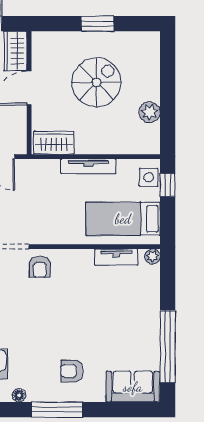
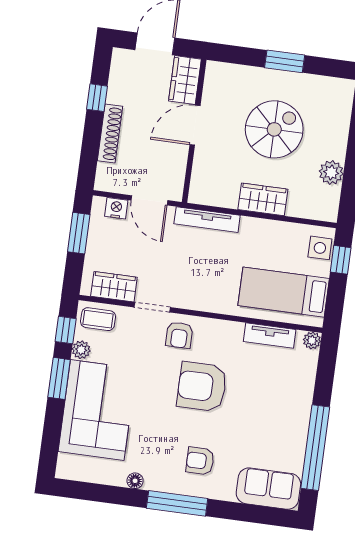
wardrobe: (54, 143) -> (263, 199), moved
tv unit: (88, 166) -> (207, 220), moved
armchair: (65, 308) -> (202, 387), added

